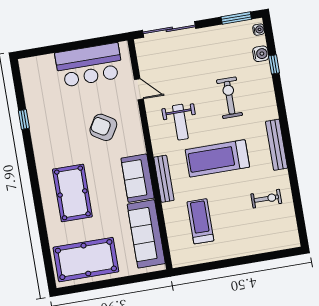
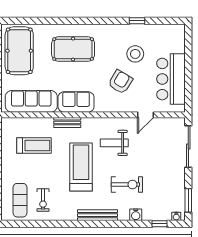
water cooler: (261, 54) -> (136, 215), moved
window: (274, 64) -> (159, 224), moved
stool: (65, 115) -> (135, 54), added
bench: (277, 145) -> (98, 215), moved
bench: (164, 179) -> (67, 122), width x0.73
exercise mat: (271, 227) -> (20, 200), added

